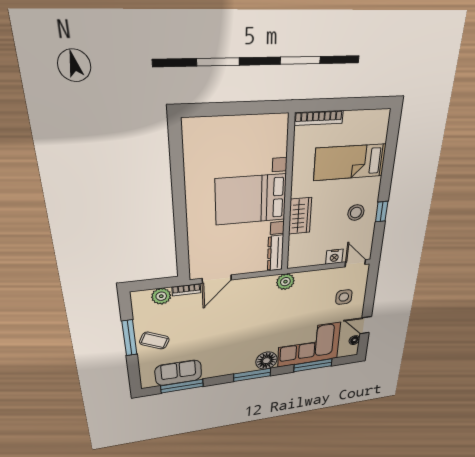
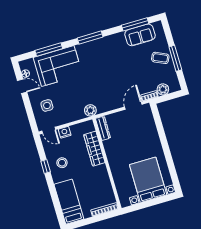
bed: (350, 162) -> (69, 202), moved, turned -90
bed with nightstands: (251, 199) -> (148, 180), moved, turned -90
wardrobe: (300, 216) -> (94, 149), width x1.50
floor lamp: (266, 361) -> (84, 50), removed

